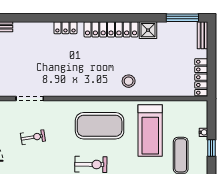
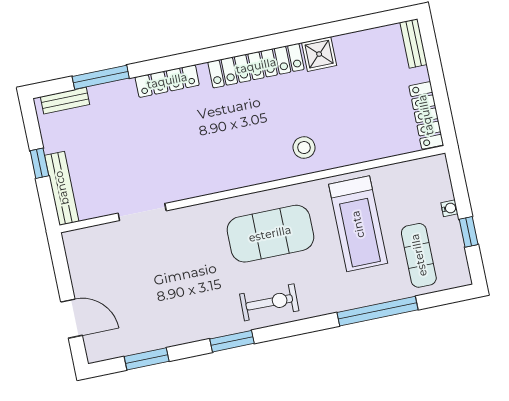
window: (182, 18) -> (101, 77), moved
locker: (65, 28) -> (167, 81), width x1.53
exercise bike: (33, 137) -> (161, 276), removed

